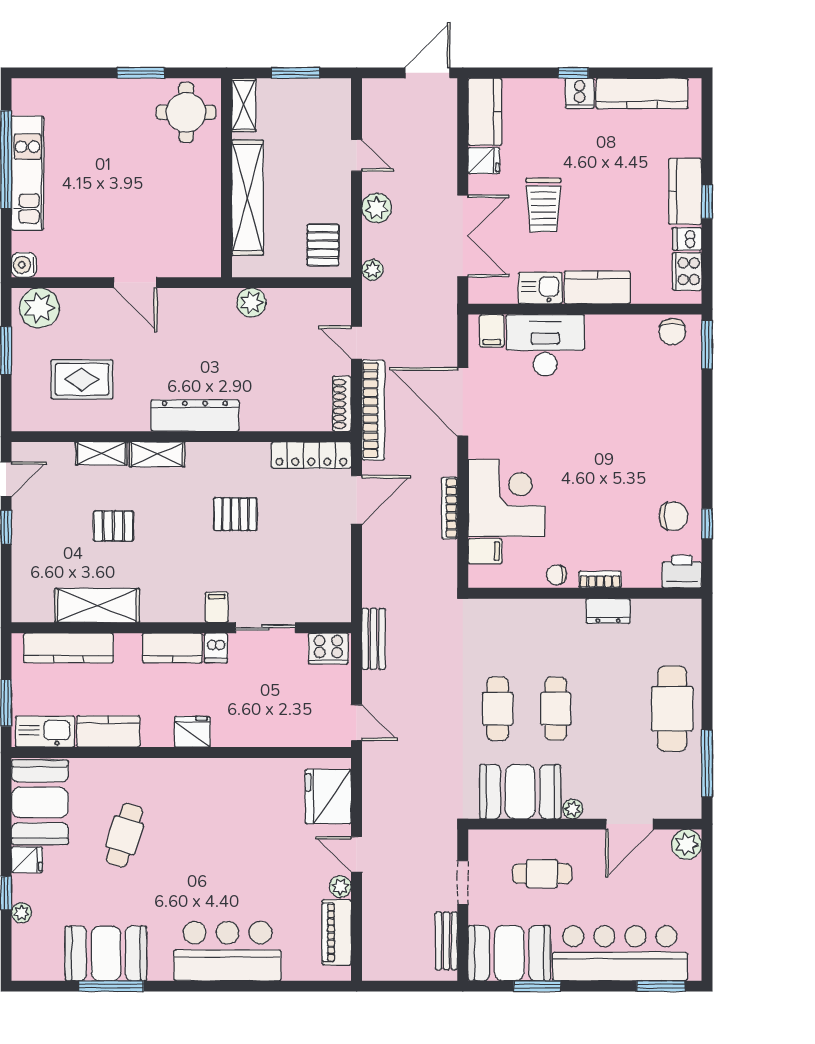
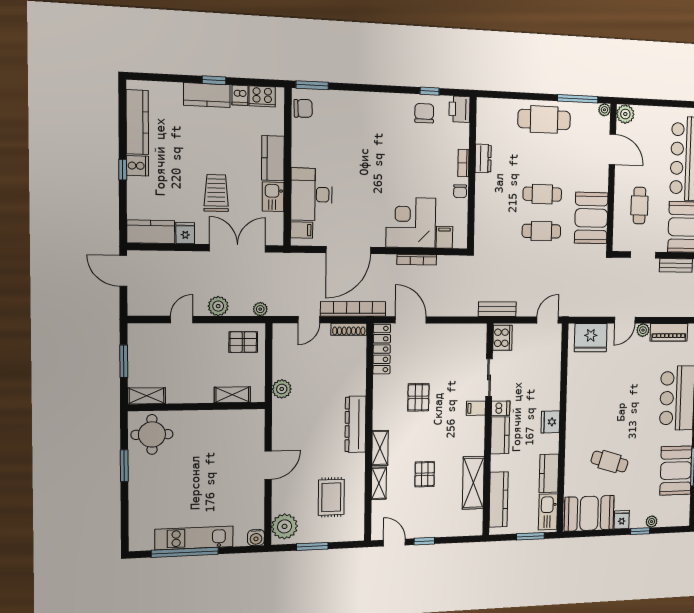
shelving: (248, 198) -> (232, 395), width x0.45, depth x0.75
trolley: (543, 205) -> (216, 193), turned -90
plant: (573, 809) -> (604, 110), moved

